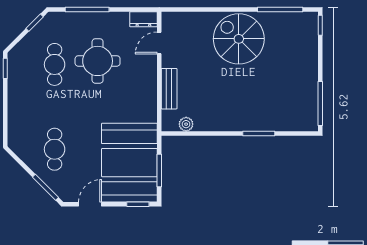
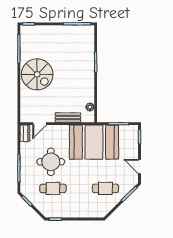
spiral stairs: (239, 39) -> (37, 74), turned -90
door: (159, 43) -> (40, 124), hinge flipped
booth: (129, 163) -> (94, 142), moved

